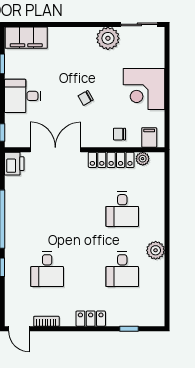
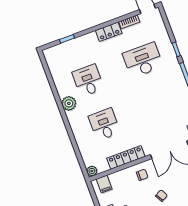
chair: (120, 134) -> (142, 175), moved
plant: (143, 159) -> (92, 171), moved
desk: (47, 269) -> (143, 60), width x1.37
locker: (91, 319) -> (109, 32), moved

